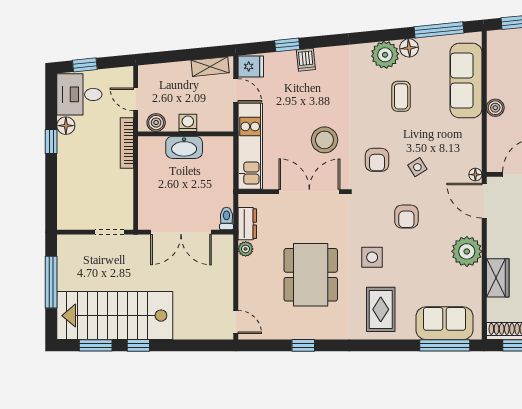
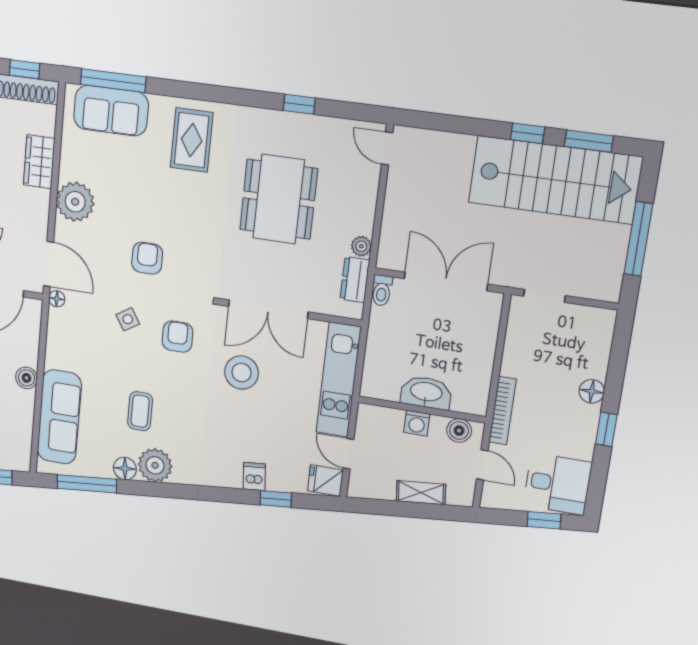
shelving: (210, 67) -> (421, 493), moved
floor lamp: (66, 126) -> (592, 391), moved
side table: (372, 257) -> (196, 211), removed

